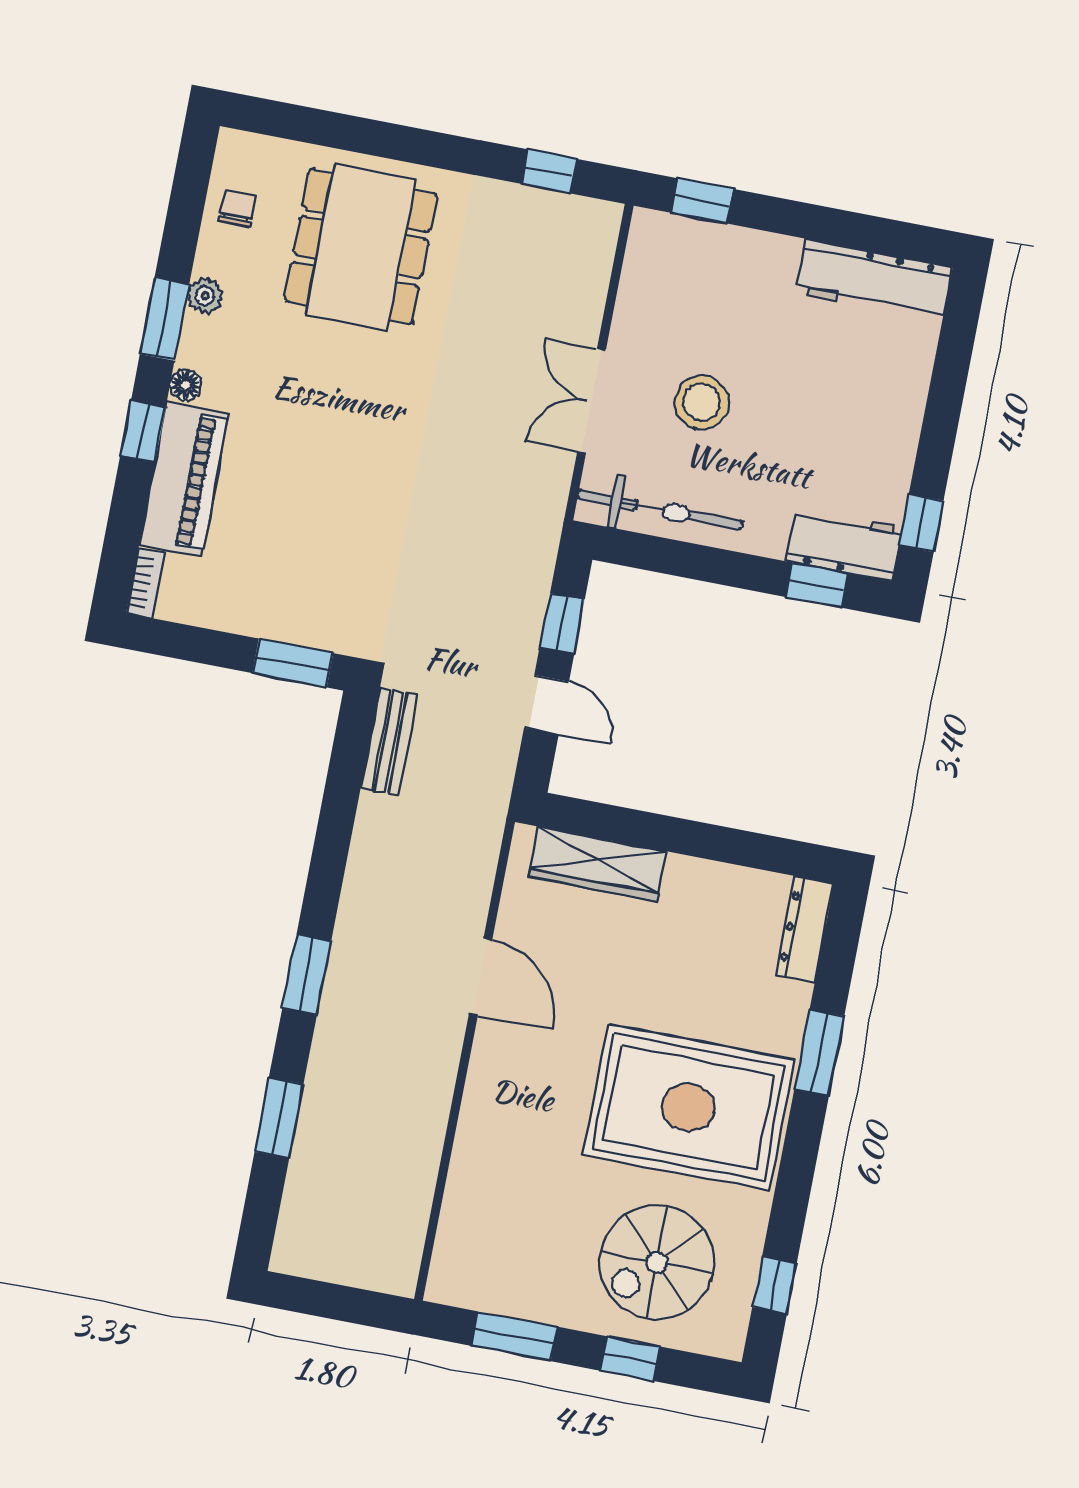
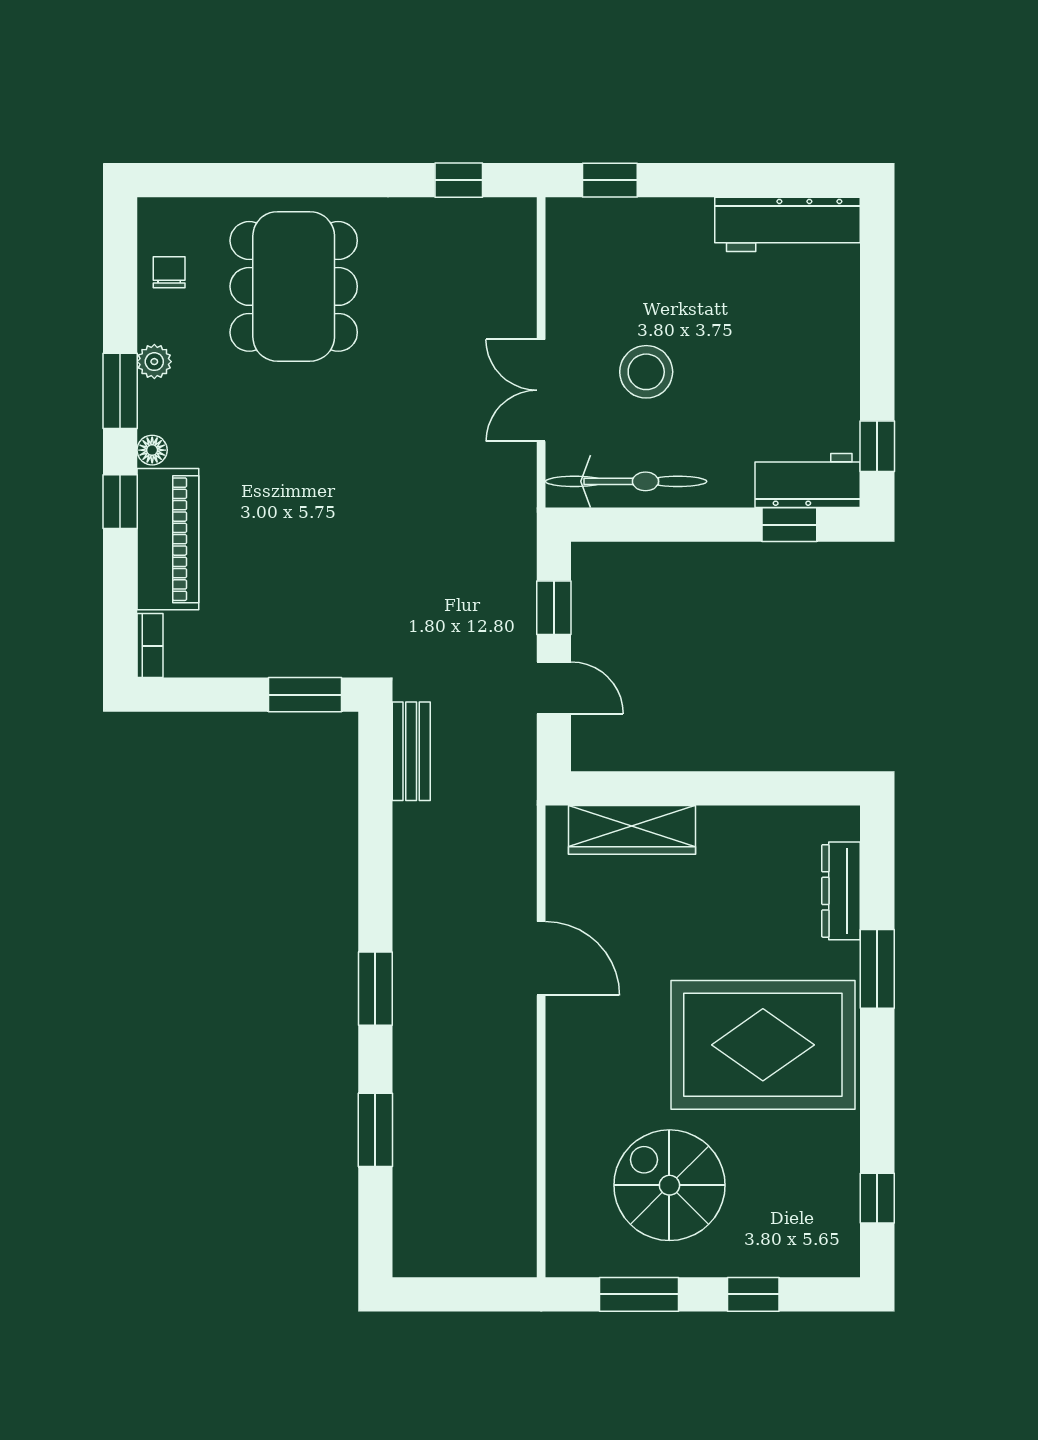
dresser: (805, 929) -> (841, 891), moved
spiral stairs: (657, 1262) -> (669, 1185), moved, turned 90

